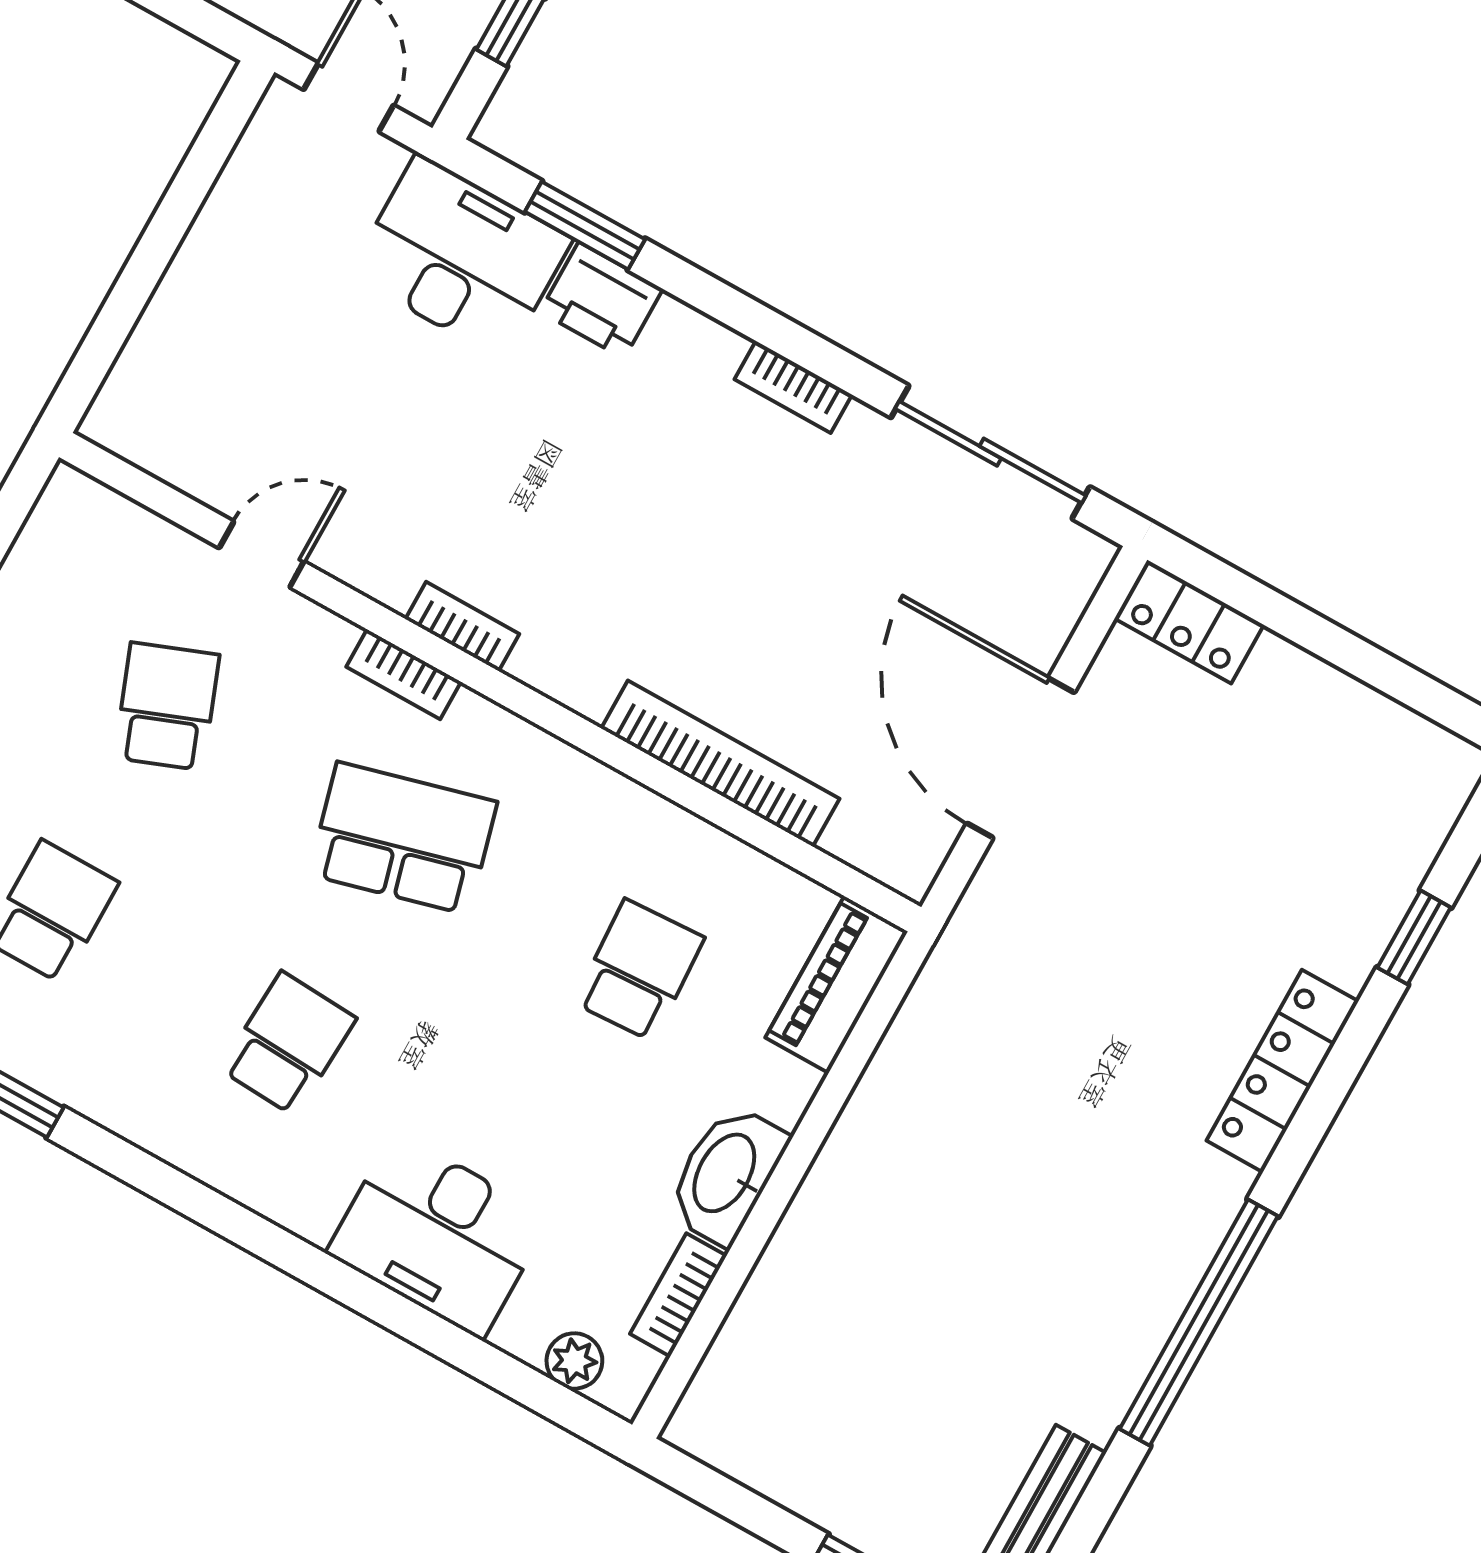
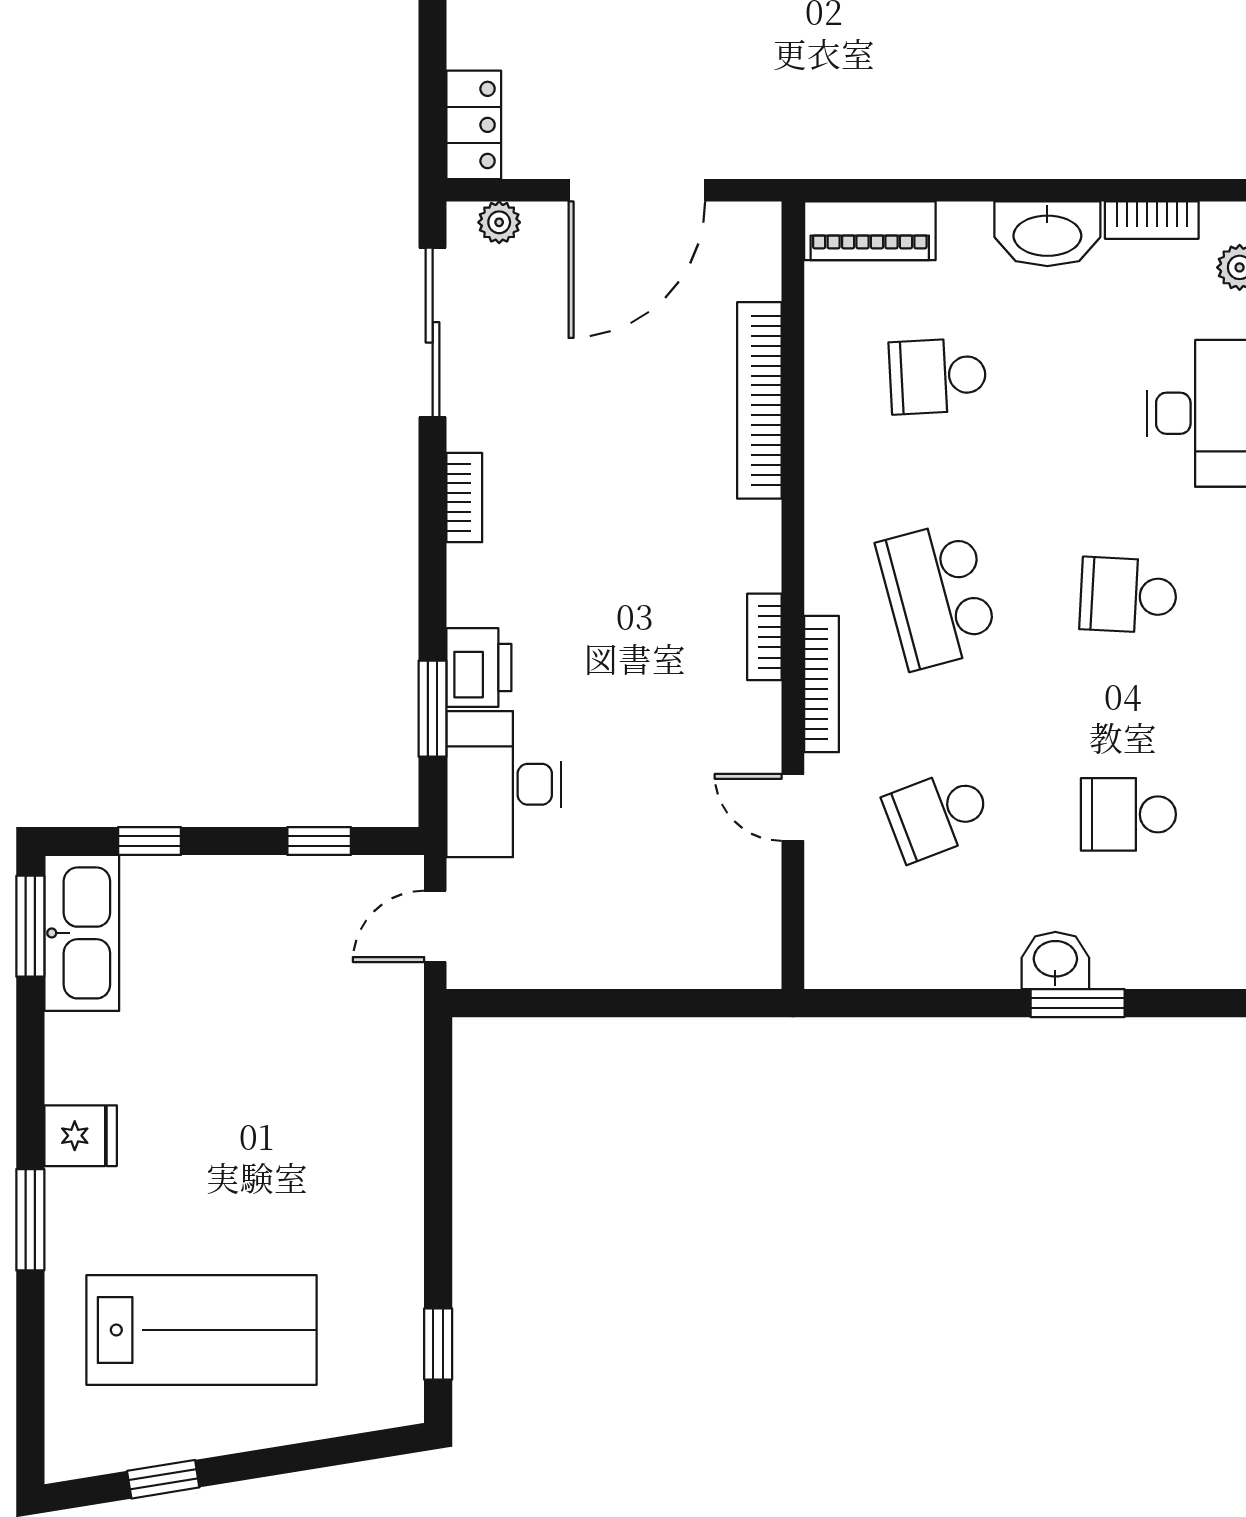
plant: (1069, 590) -> (499, 222), added
bookcase: (404, 674) -> (821, 684), width x1.56

